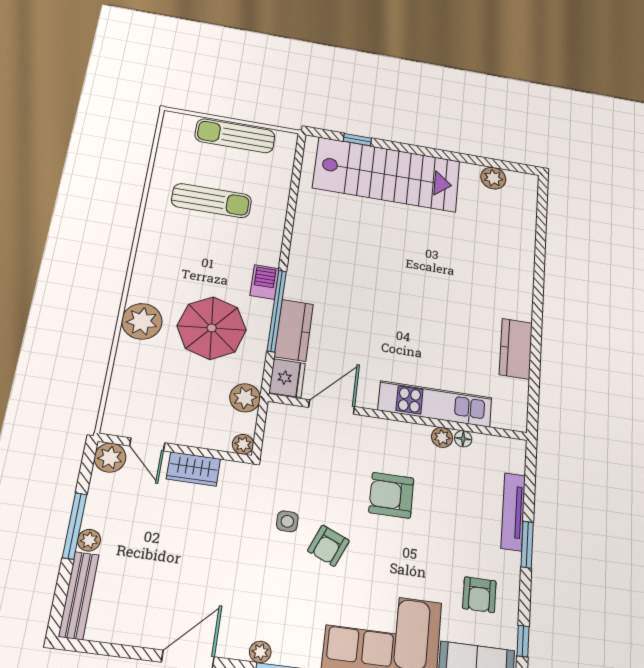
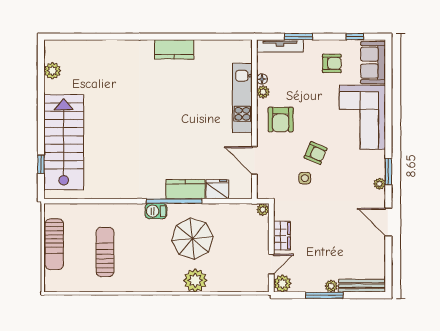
plant: (245, 398) -> (234, 212), removed
kitchen unit: (435, 404) -> (242, 98), moved
door: (332, 407) -> (254, 160), moved
wall: (399, 417) -> (254, 119), moved
plant: (442, 437) -> (263, 92), moved
floor lamp: (463, 439) -> (262, 79), moved

